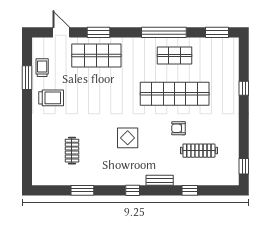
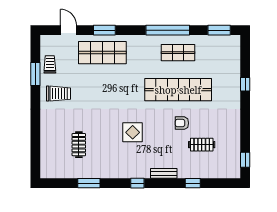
clothes rail: (199, 151) -> (202, 145), width x0.73

